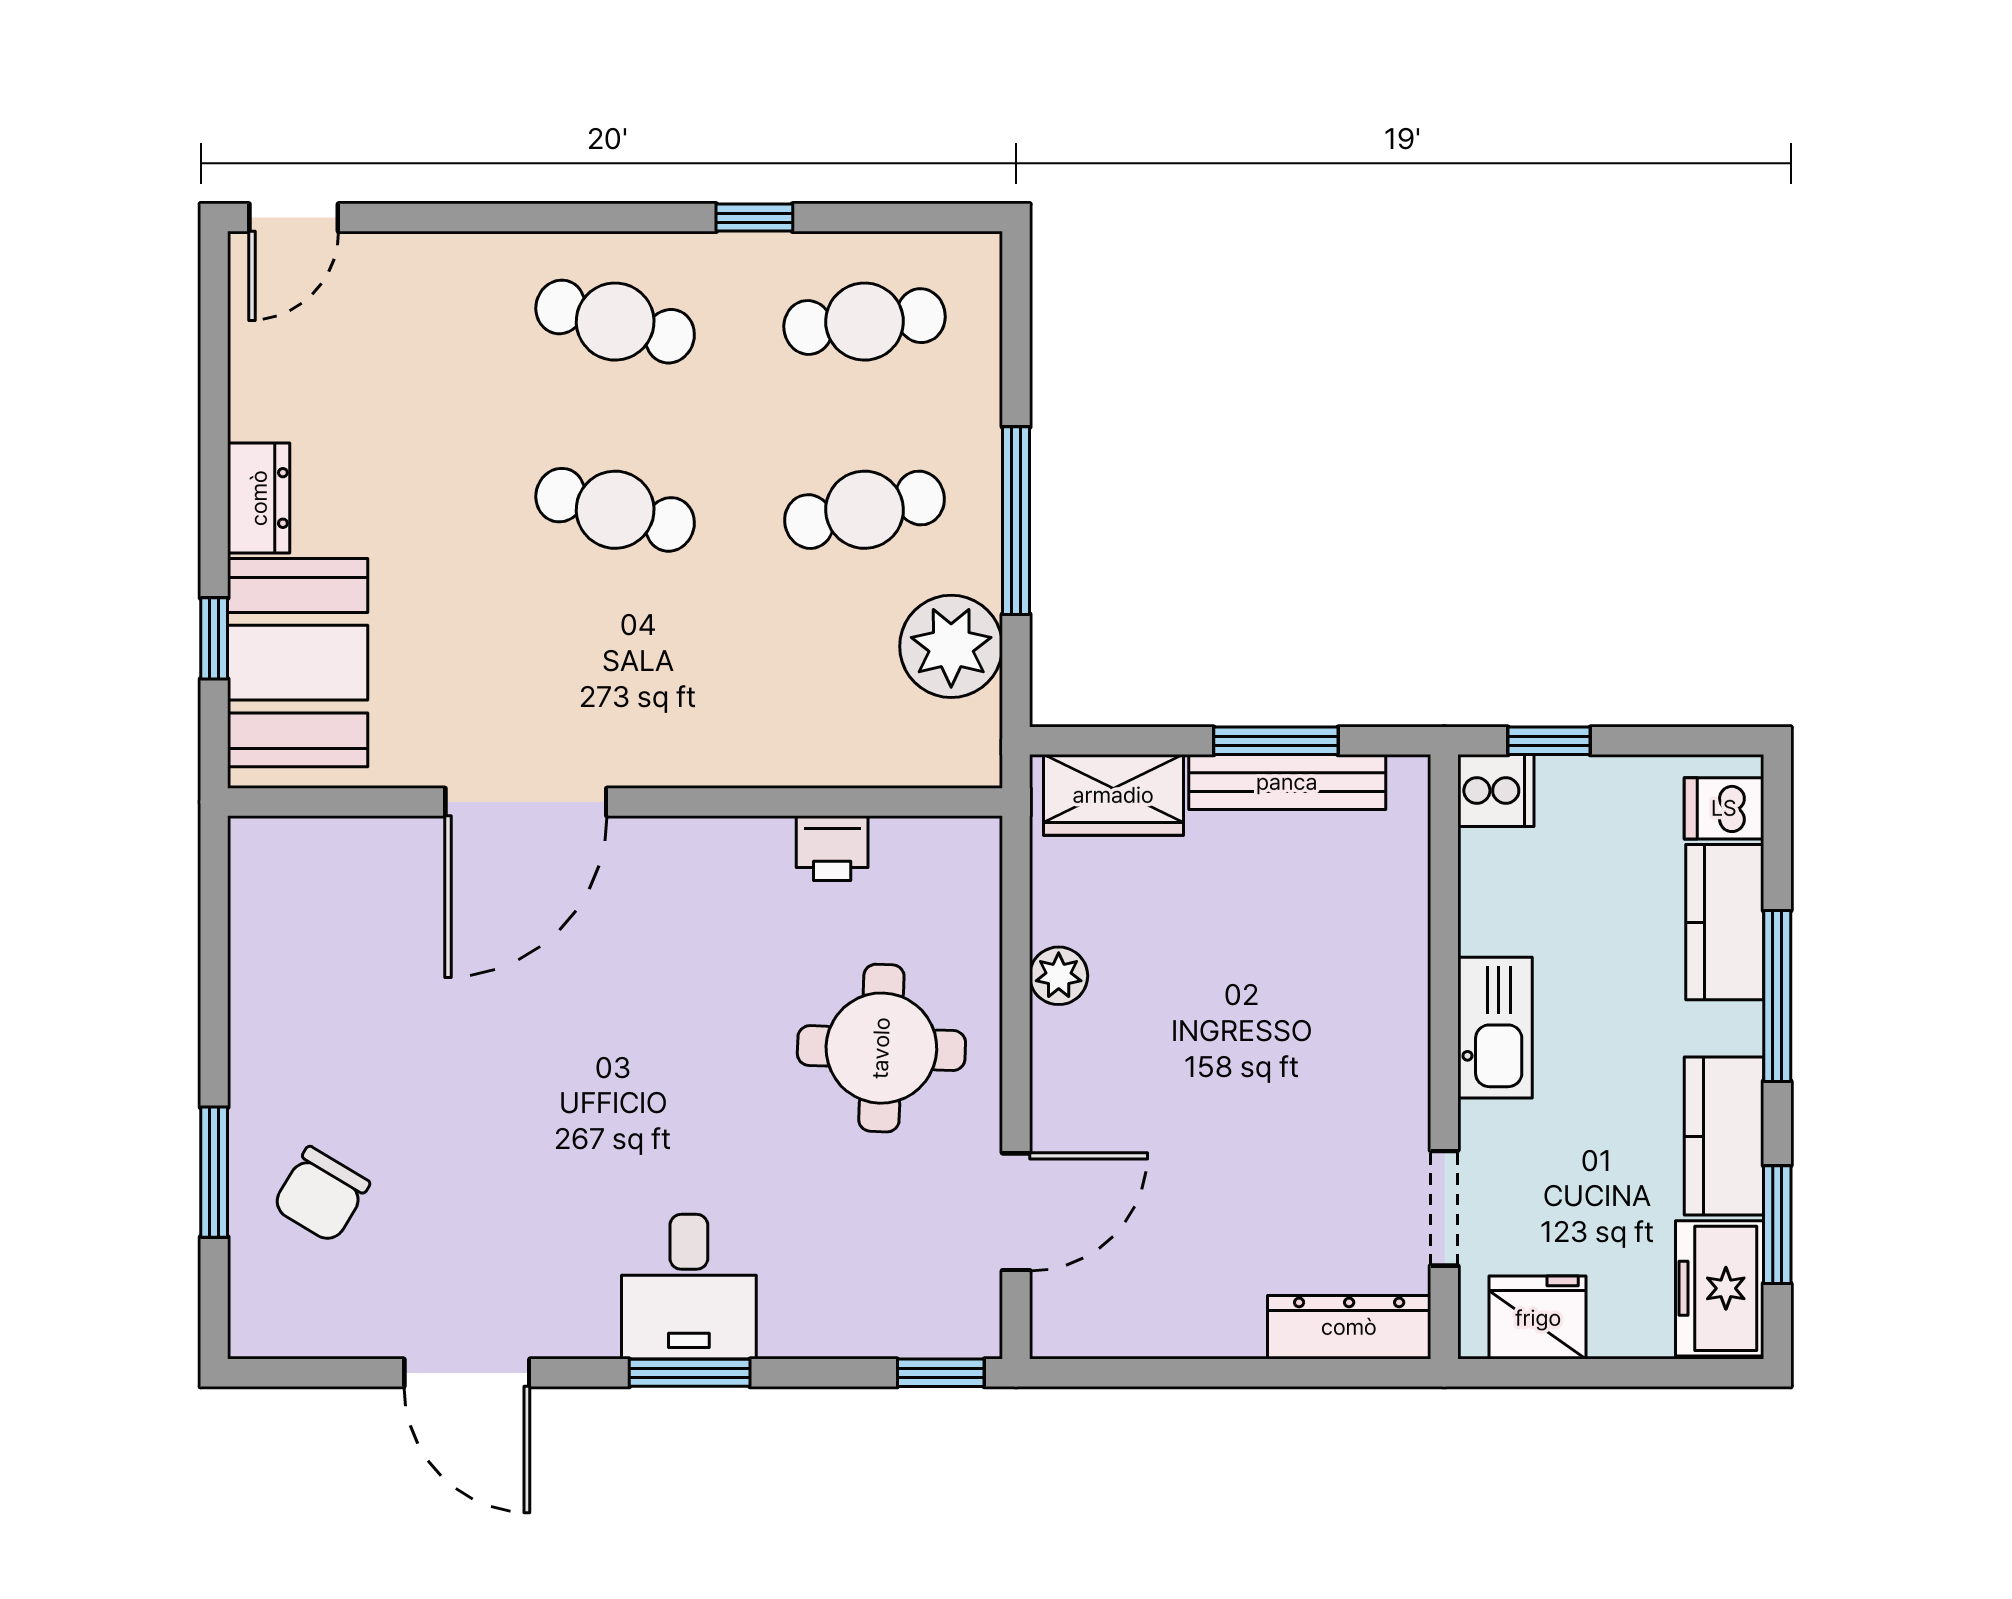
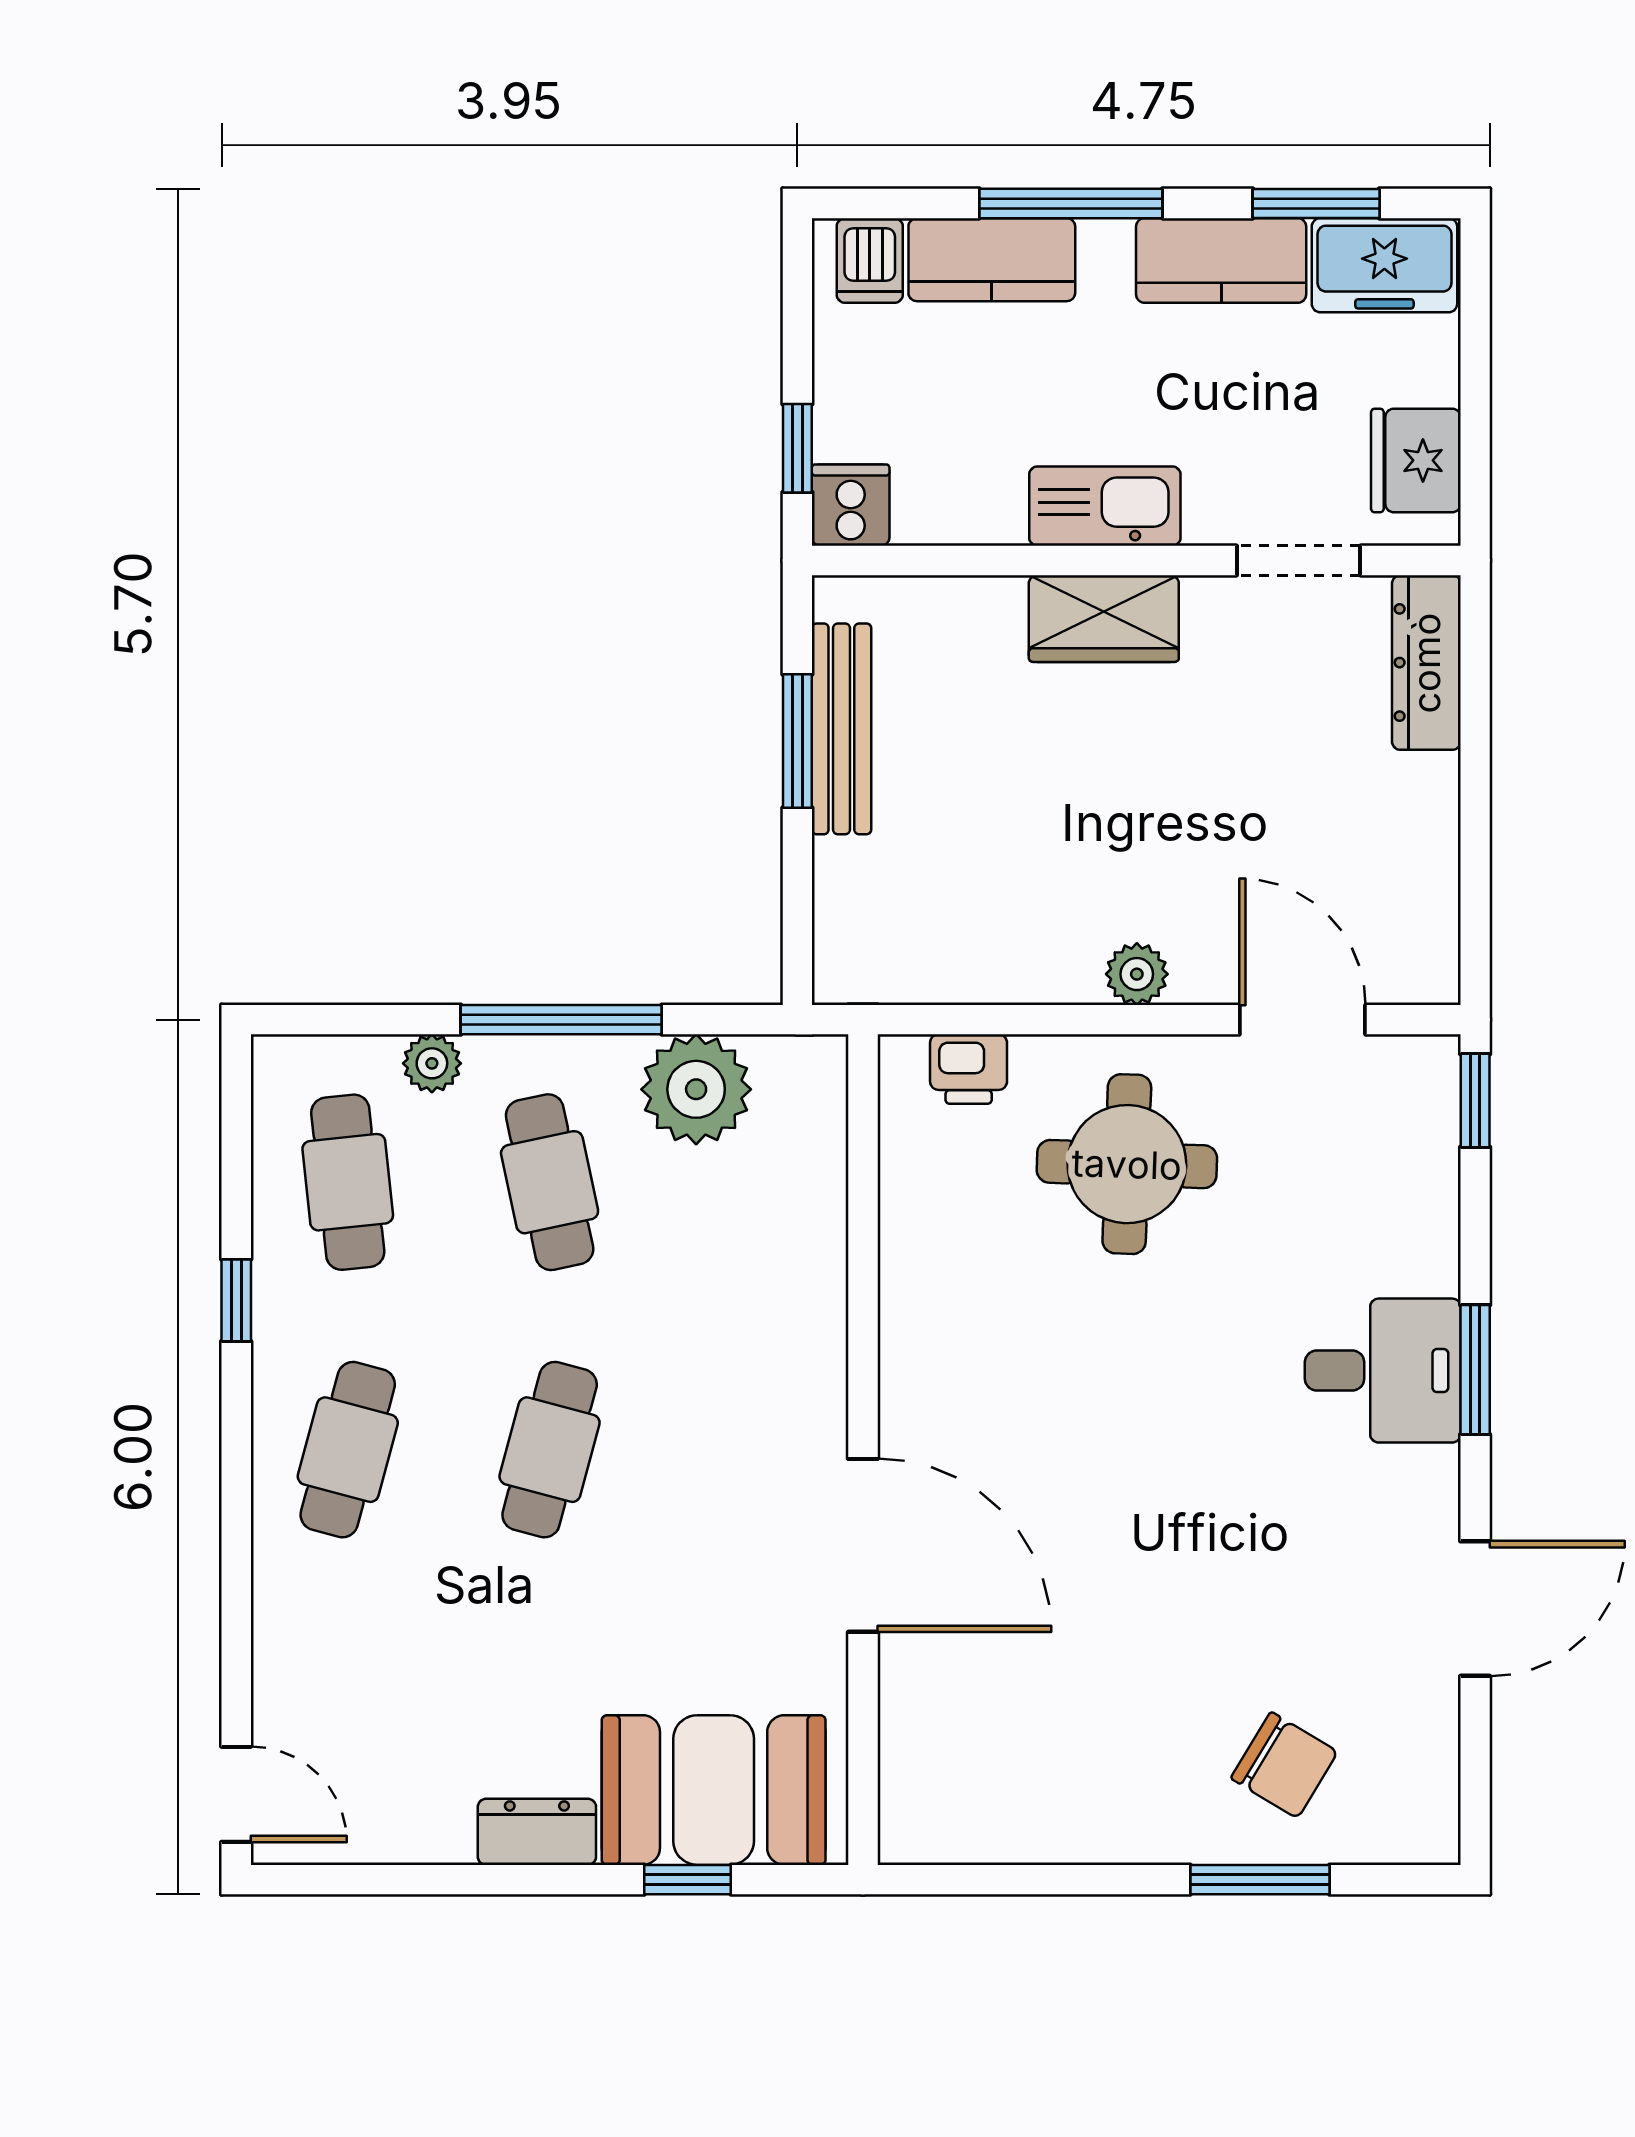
plant: (975, 400) -> (432, 1063), added
wardrobe: (1113, 795) -> (1104, 619), moved, turned 90
printer: (832, 848) -> (969, 1069), moved, turned 90
plant: (1059, 976) -> (1137, 974), moved

